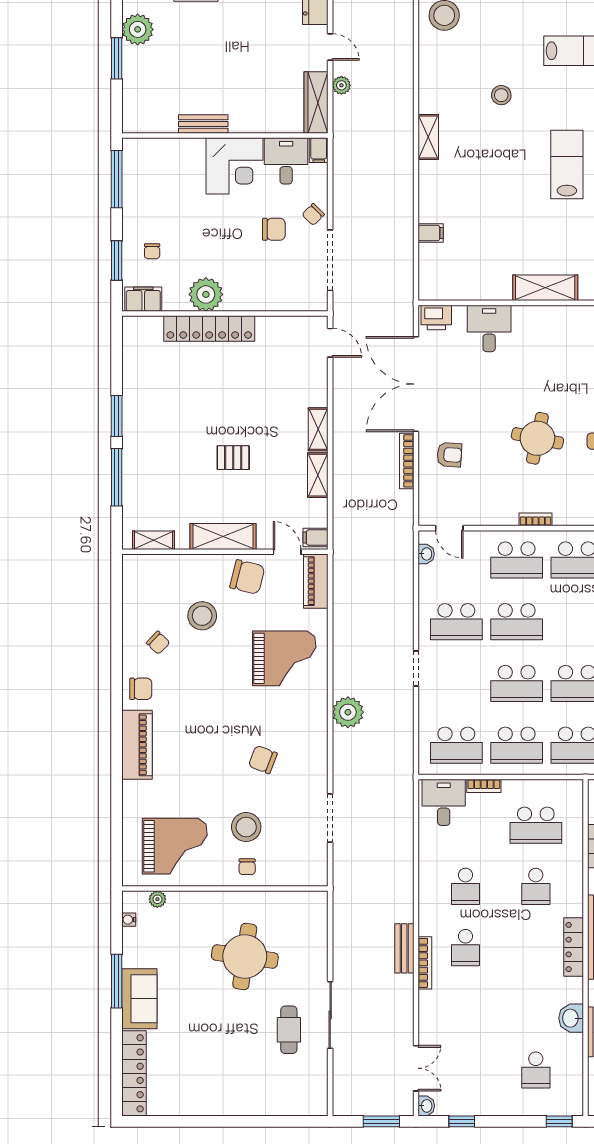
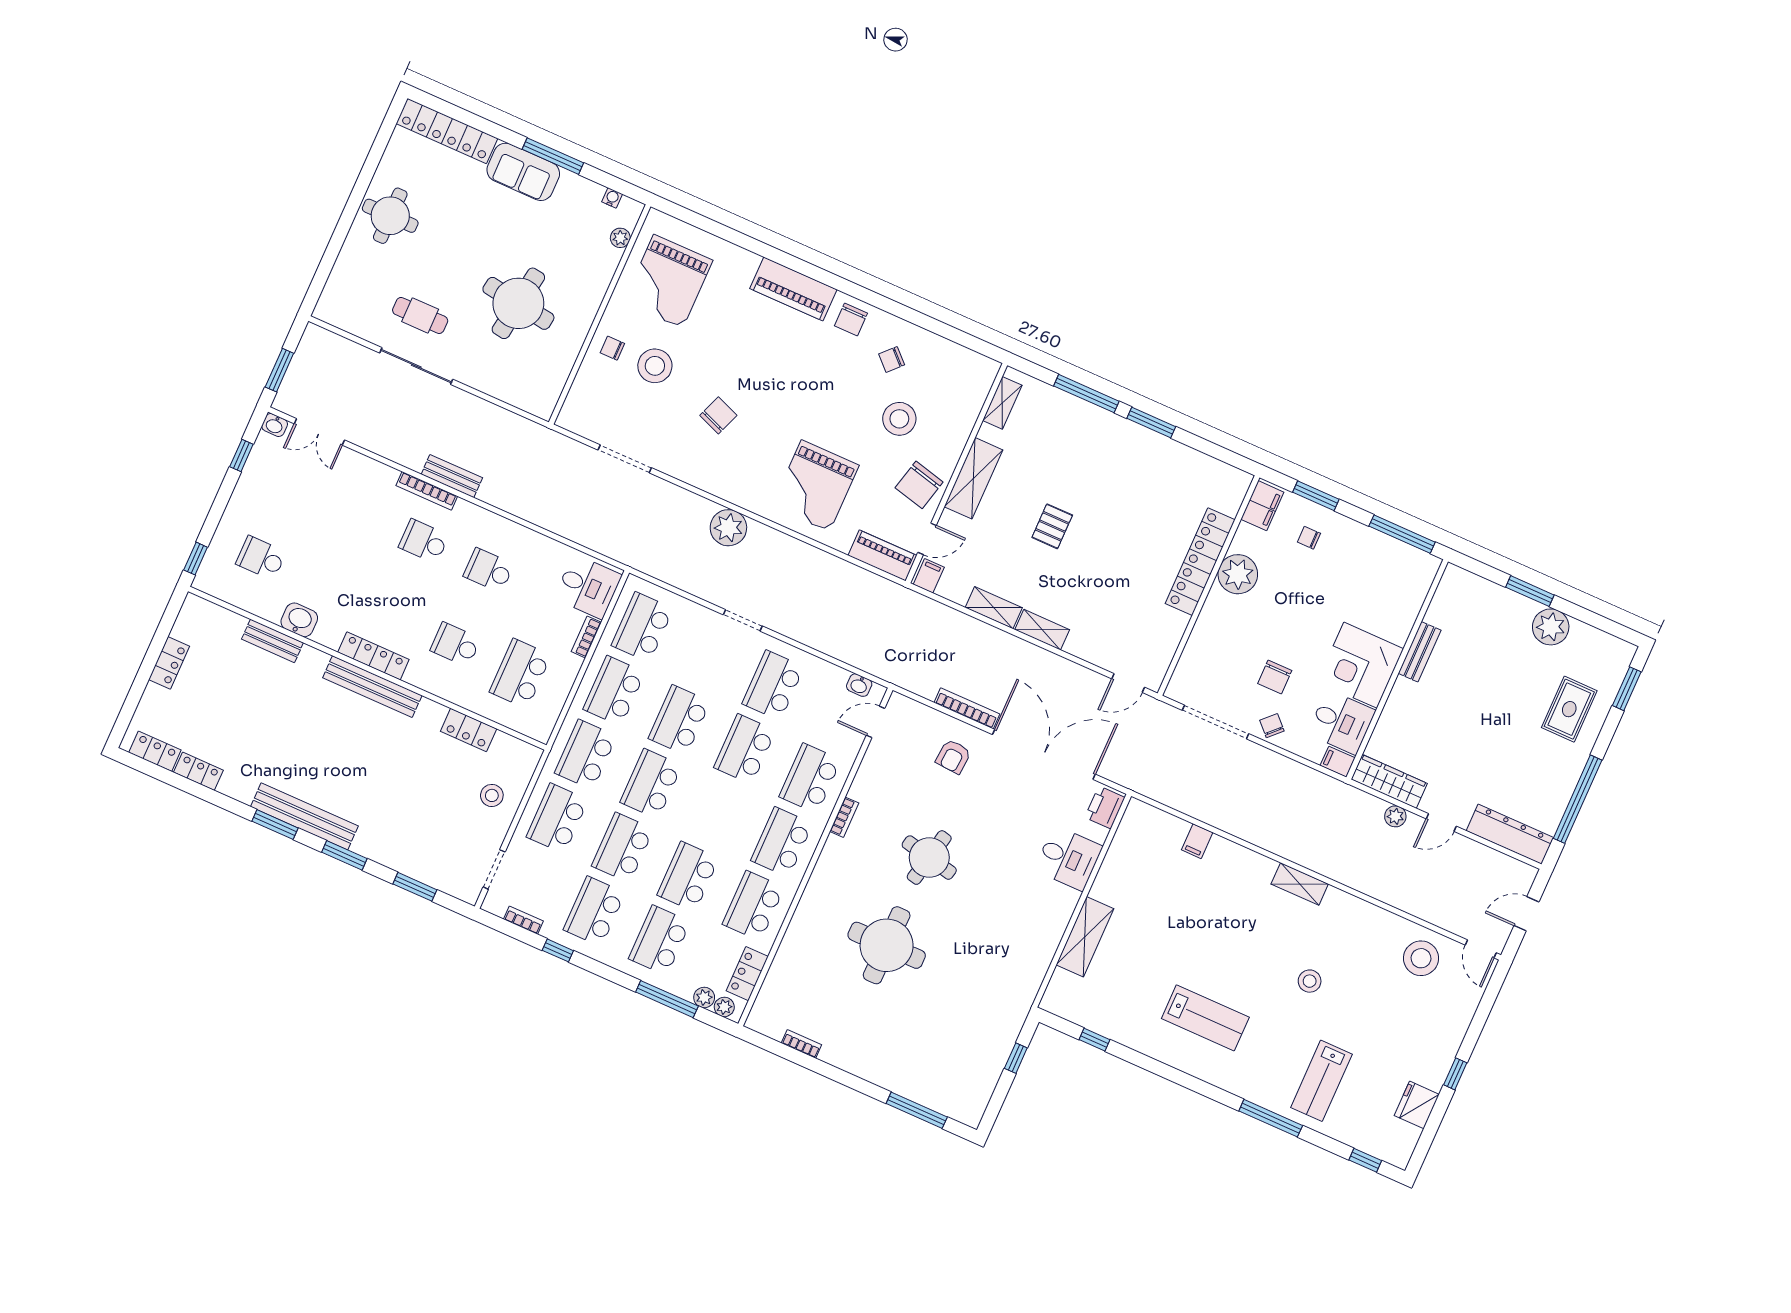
round table: (221, 1088) -> (390, 216), added

